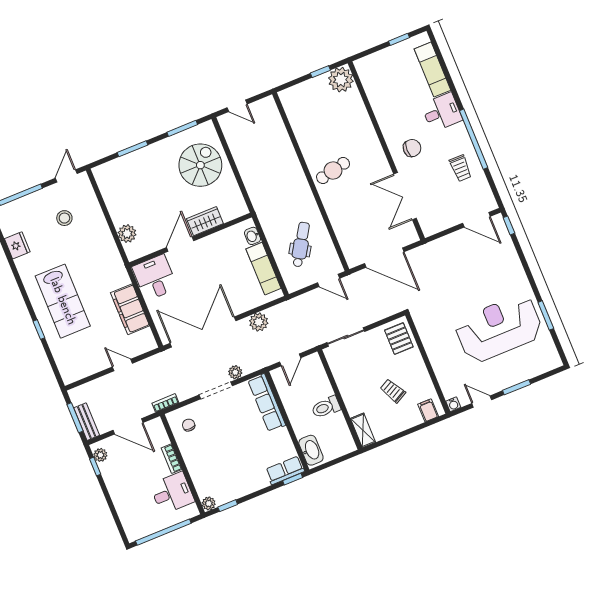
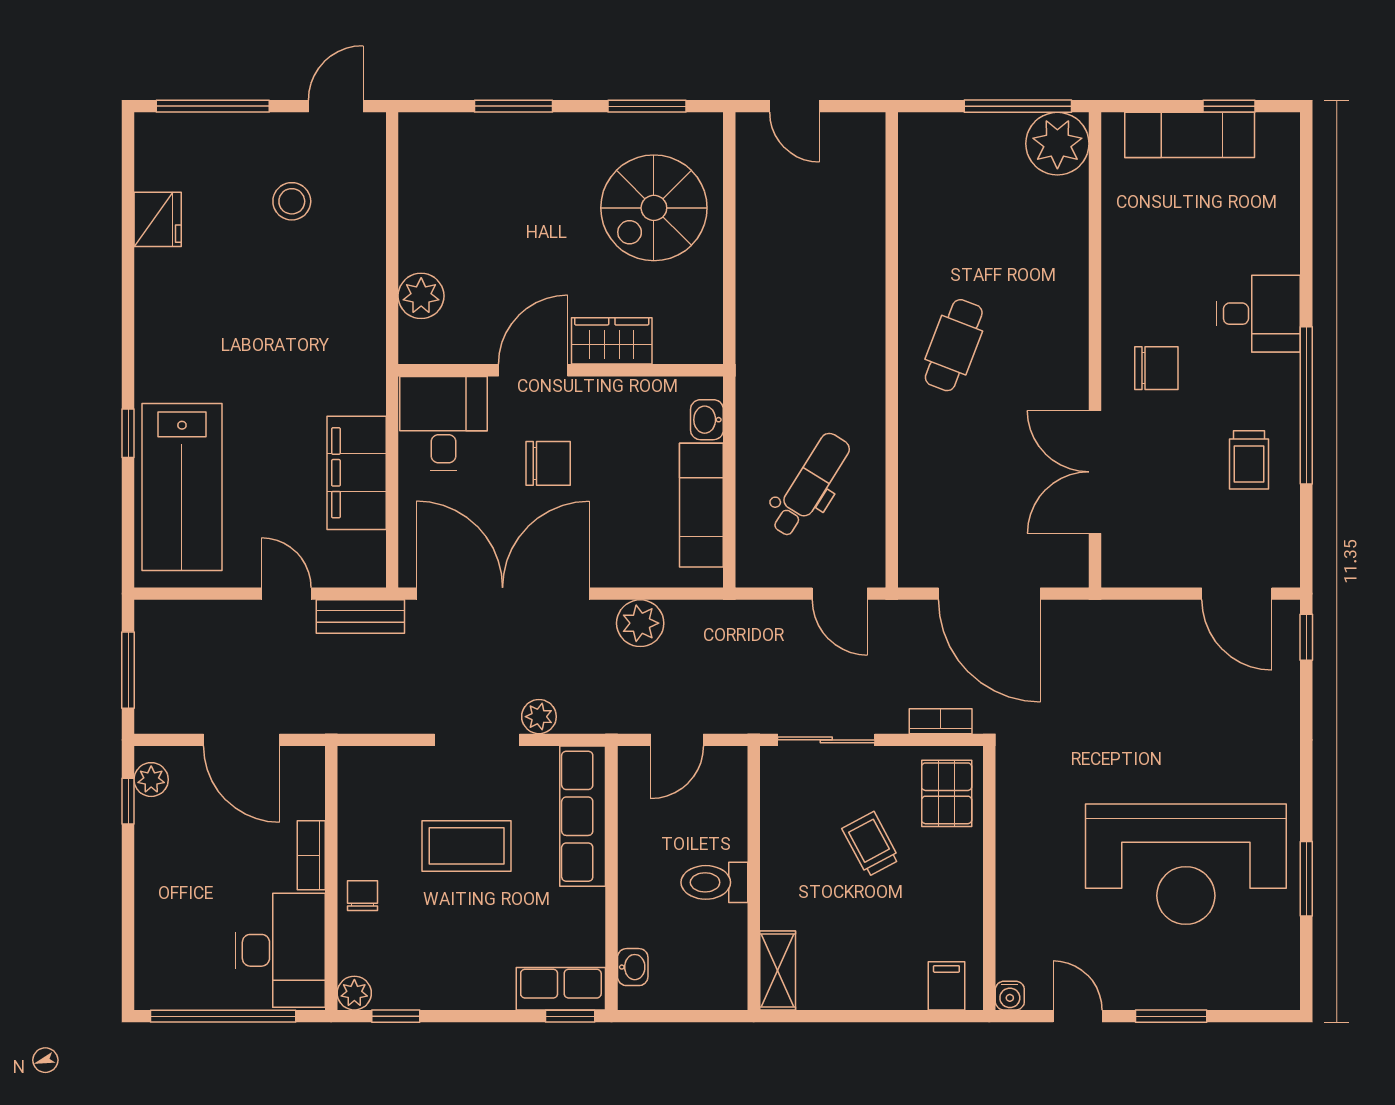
exam couch: (432, 70) -> (1190, 135), moved, turned -90
window: (320, 72) -> (1018, 106), width x2.17
spiral stairs: (200, 165) -> (654, 208), turned 180
cafe table: (333, 171) -> (954, 345), turned -57
chair: (200, 276) -> (548, 463), added
lab bench: (63, 301) -> (182, 487), moved
reception desk: (499, 328) -> (1186, 864), turned 180
trolley: (393, 391) -> (871, 844), moved
bookcase: (165, 403) -> (941, 721), moved
bench: (87, 422) -> (360, 616), moved, turned 90
chair: (189, 425) -> (362, 896), moved
coffee table: (228, 431) -> (467, 846), added
washbasin: (311, 450) -> (633, 967), width x0.52, depth x0.69
desk: (172, 493) -> (280, 950), width x1.37

